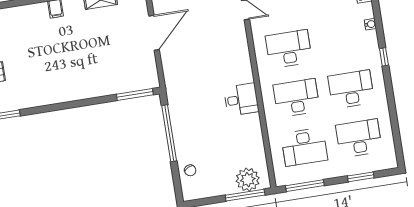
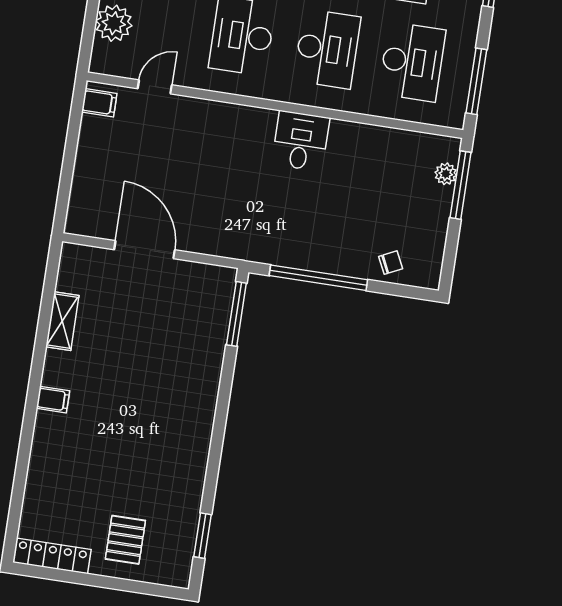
desk: (297, 98) -> (327, 49), turned 180
plant: (248, 180) -> (446, 174), width x0.53, depth x0.53

